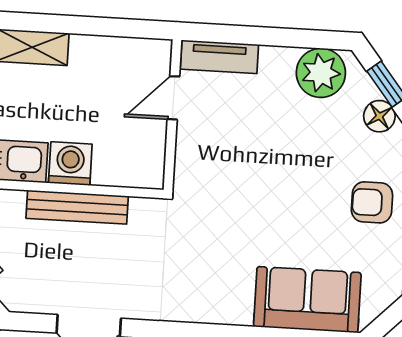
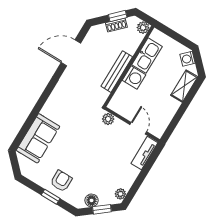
plant: (321, 73) -> (120, 194), width x0.53, depth x0.53
plant: (188, 172) -> (108, 119), added

